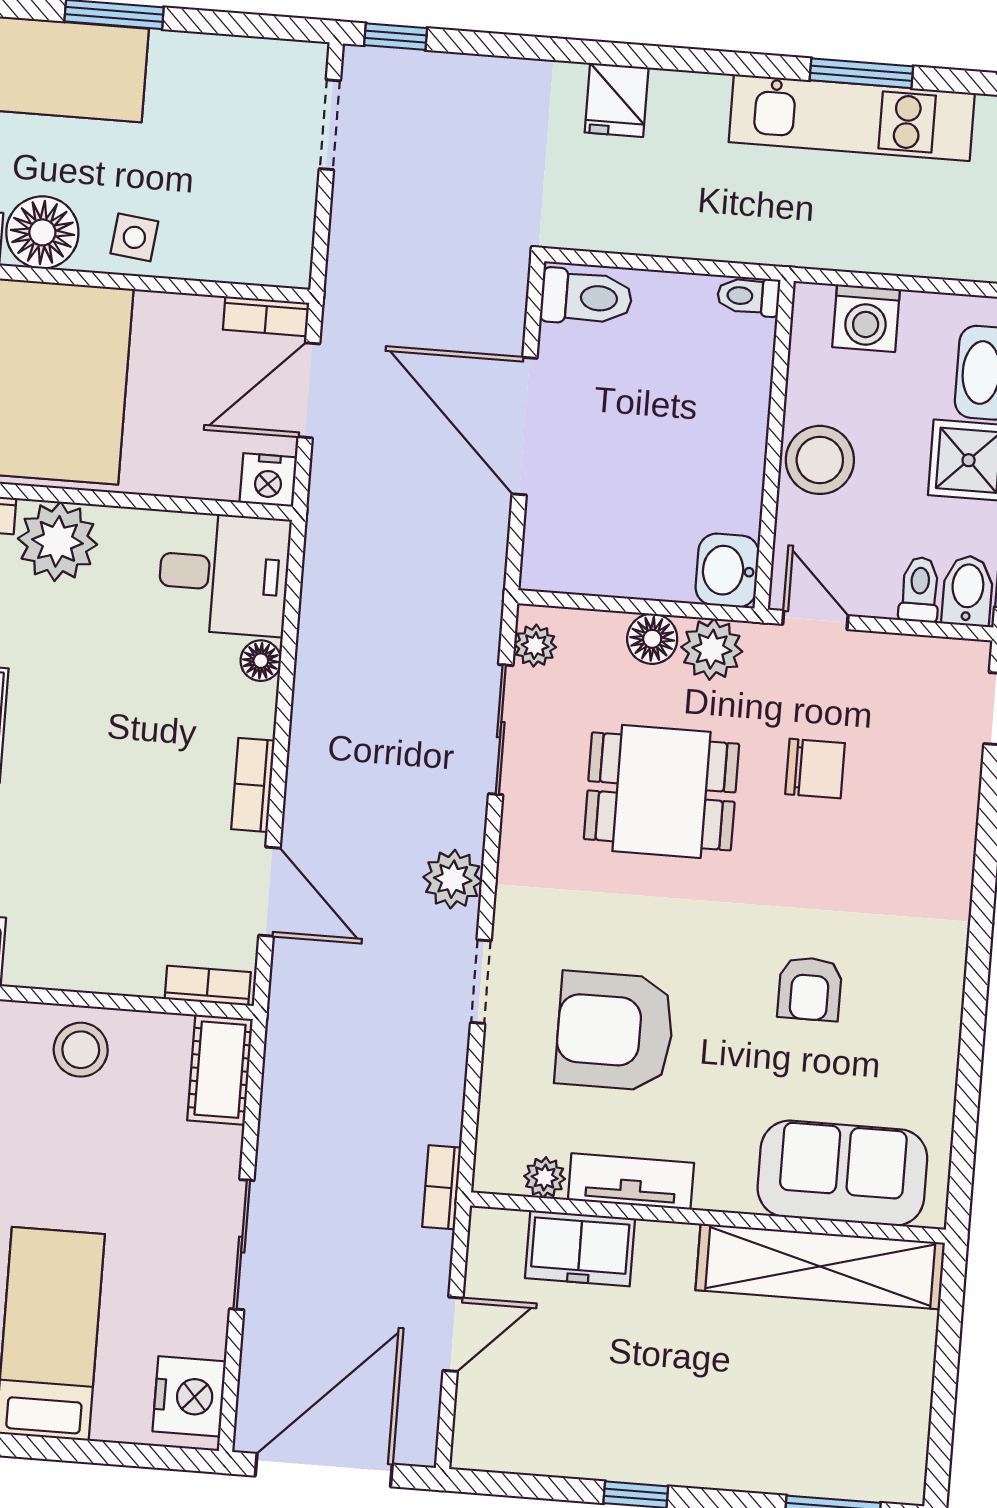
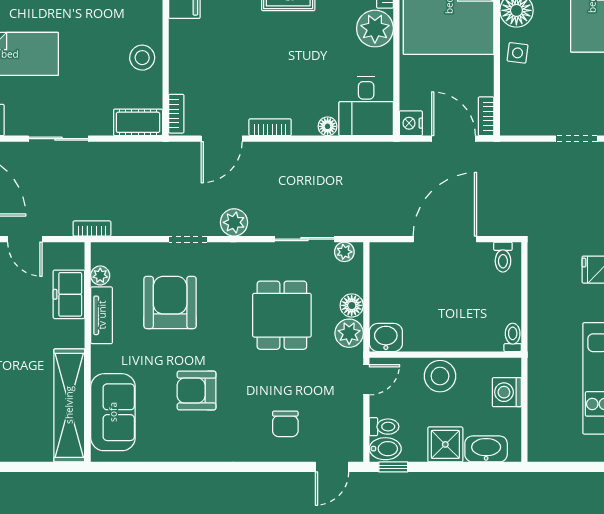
toilet: (586, 297) -> (503, 257), width x0.73, depth x0.72
chair: (815, 769) -> (285, 424), moved
armchair: (810, 989) -> (197, 391), width x1.38, depth x1.38

